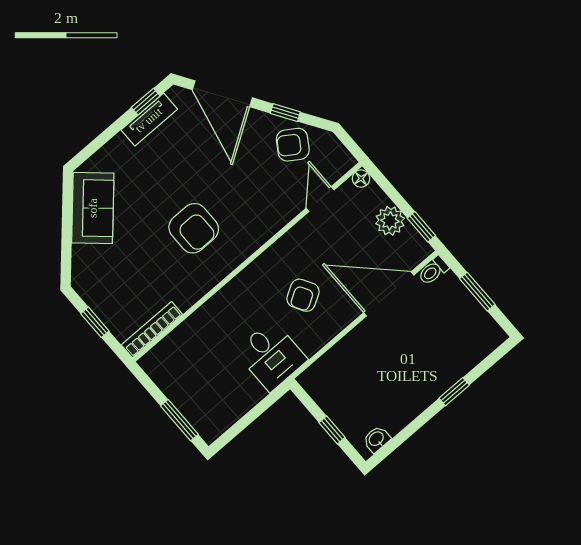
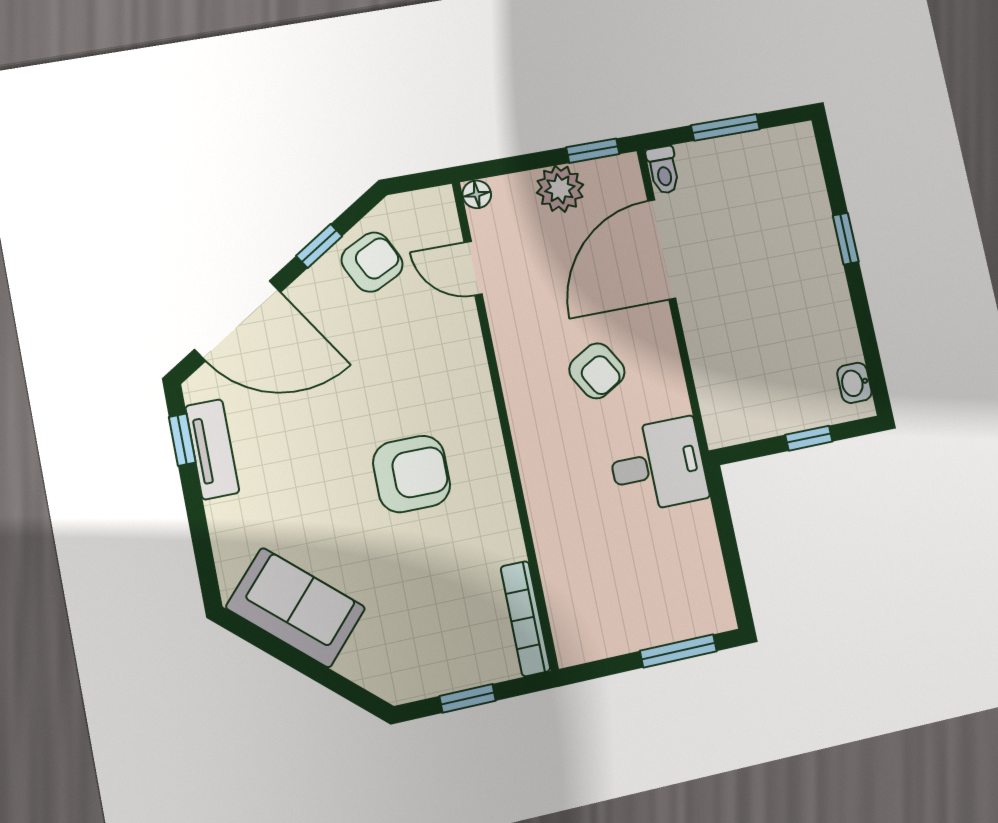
armchair: (293, 145) -> (372, 262), turned -149

